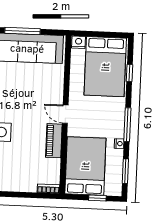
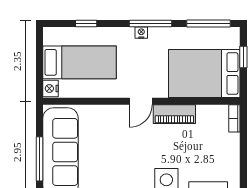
bed: (105, 67) -> (80, 62), width x0.67
nightstand: (119, 144) -> (141, 33), moved
window: (125, 171) -> (208, 23), width x1.44

